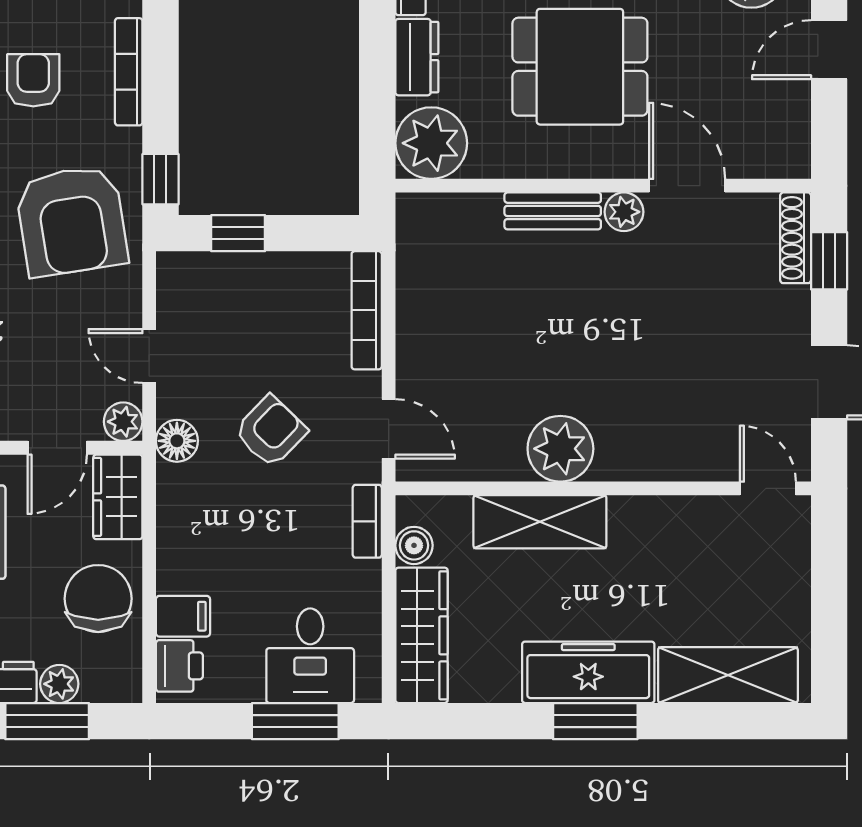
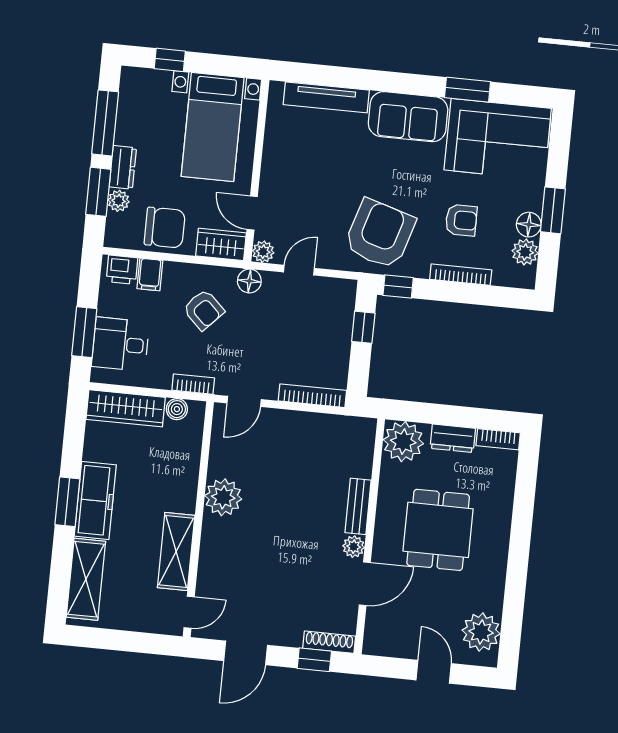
armchair: (72, 221) -> (380, 234), turned 116
armchair: (271, 431) -> (204, 310), moved
shelving: (540, 522) -> (176, 551), moved

